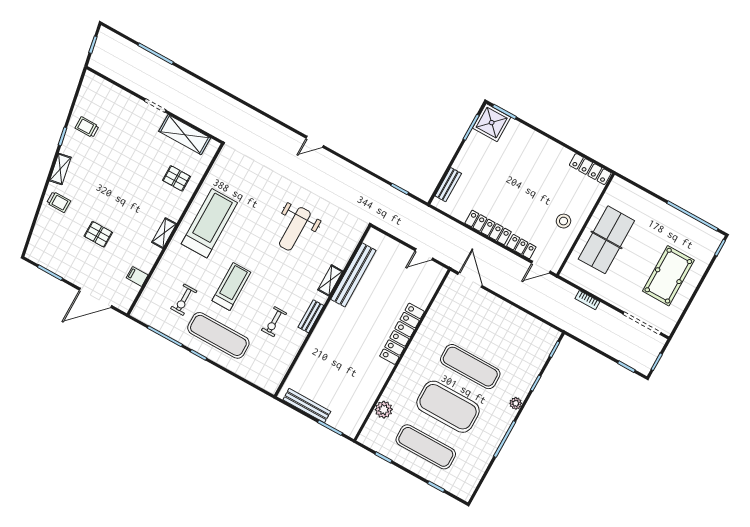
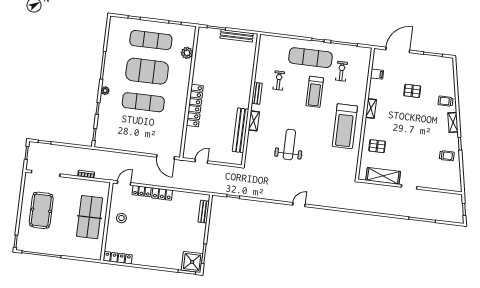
locker: (488, 227) -> (162, 194), width x0.66

